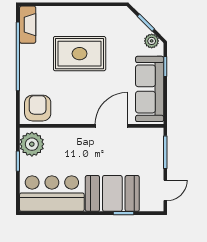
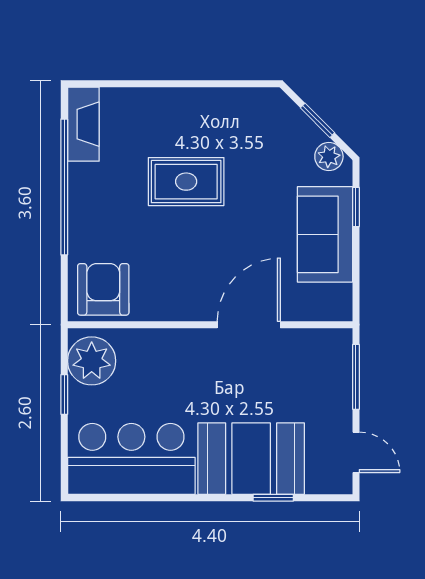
rug: (80, 54) -> (186, 182), width x0.73, depth x0.70
sofa: (150, 89) -> (325, 234), width x0.73
door: (165, 190) -> (356, 452), hinge flipped

